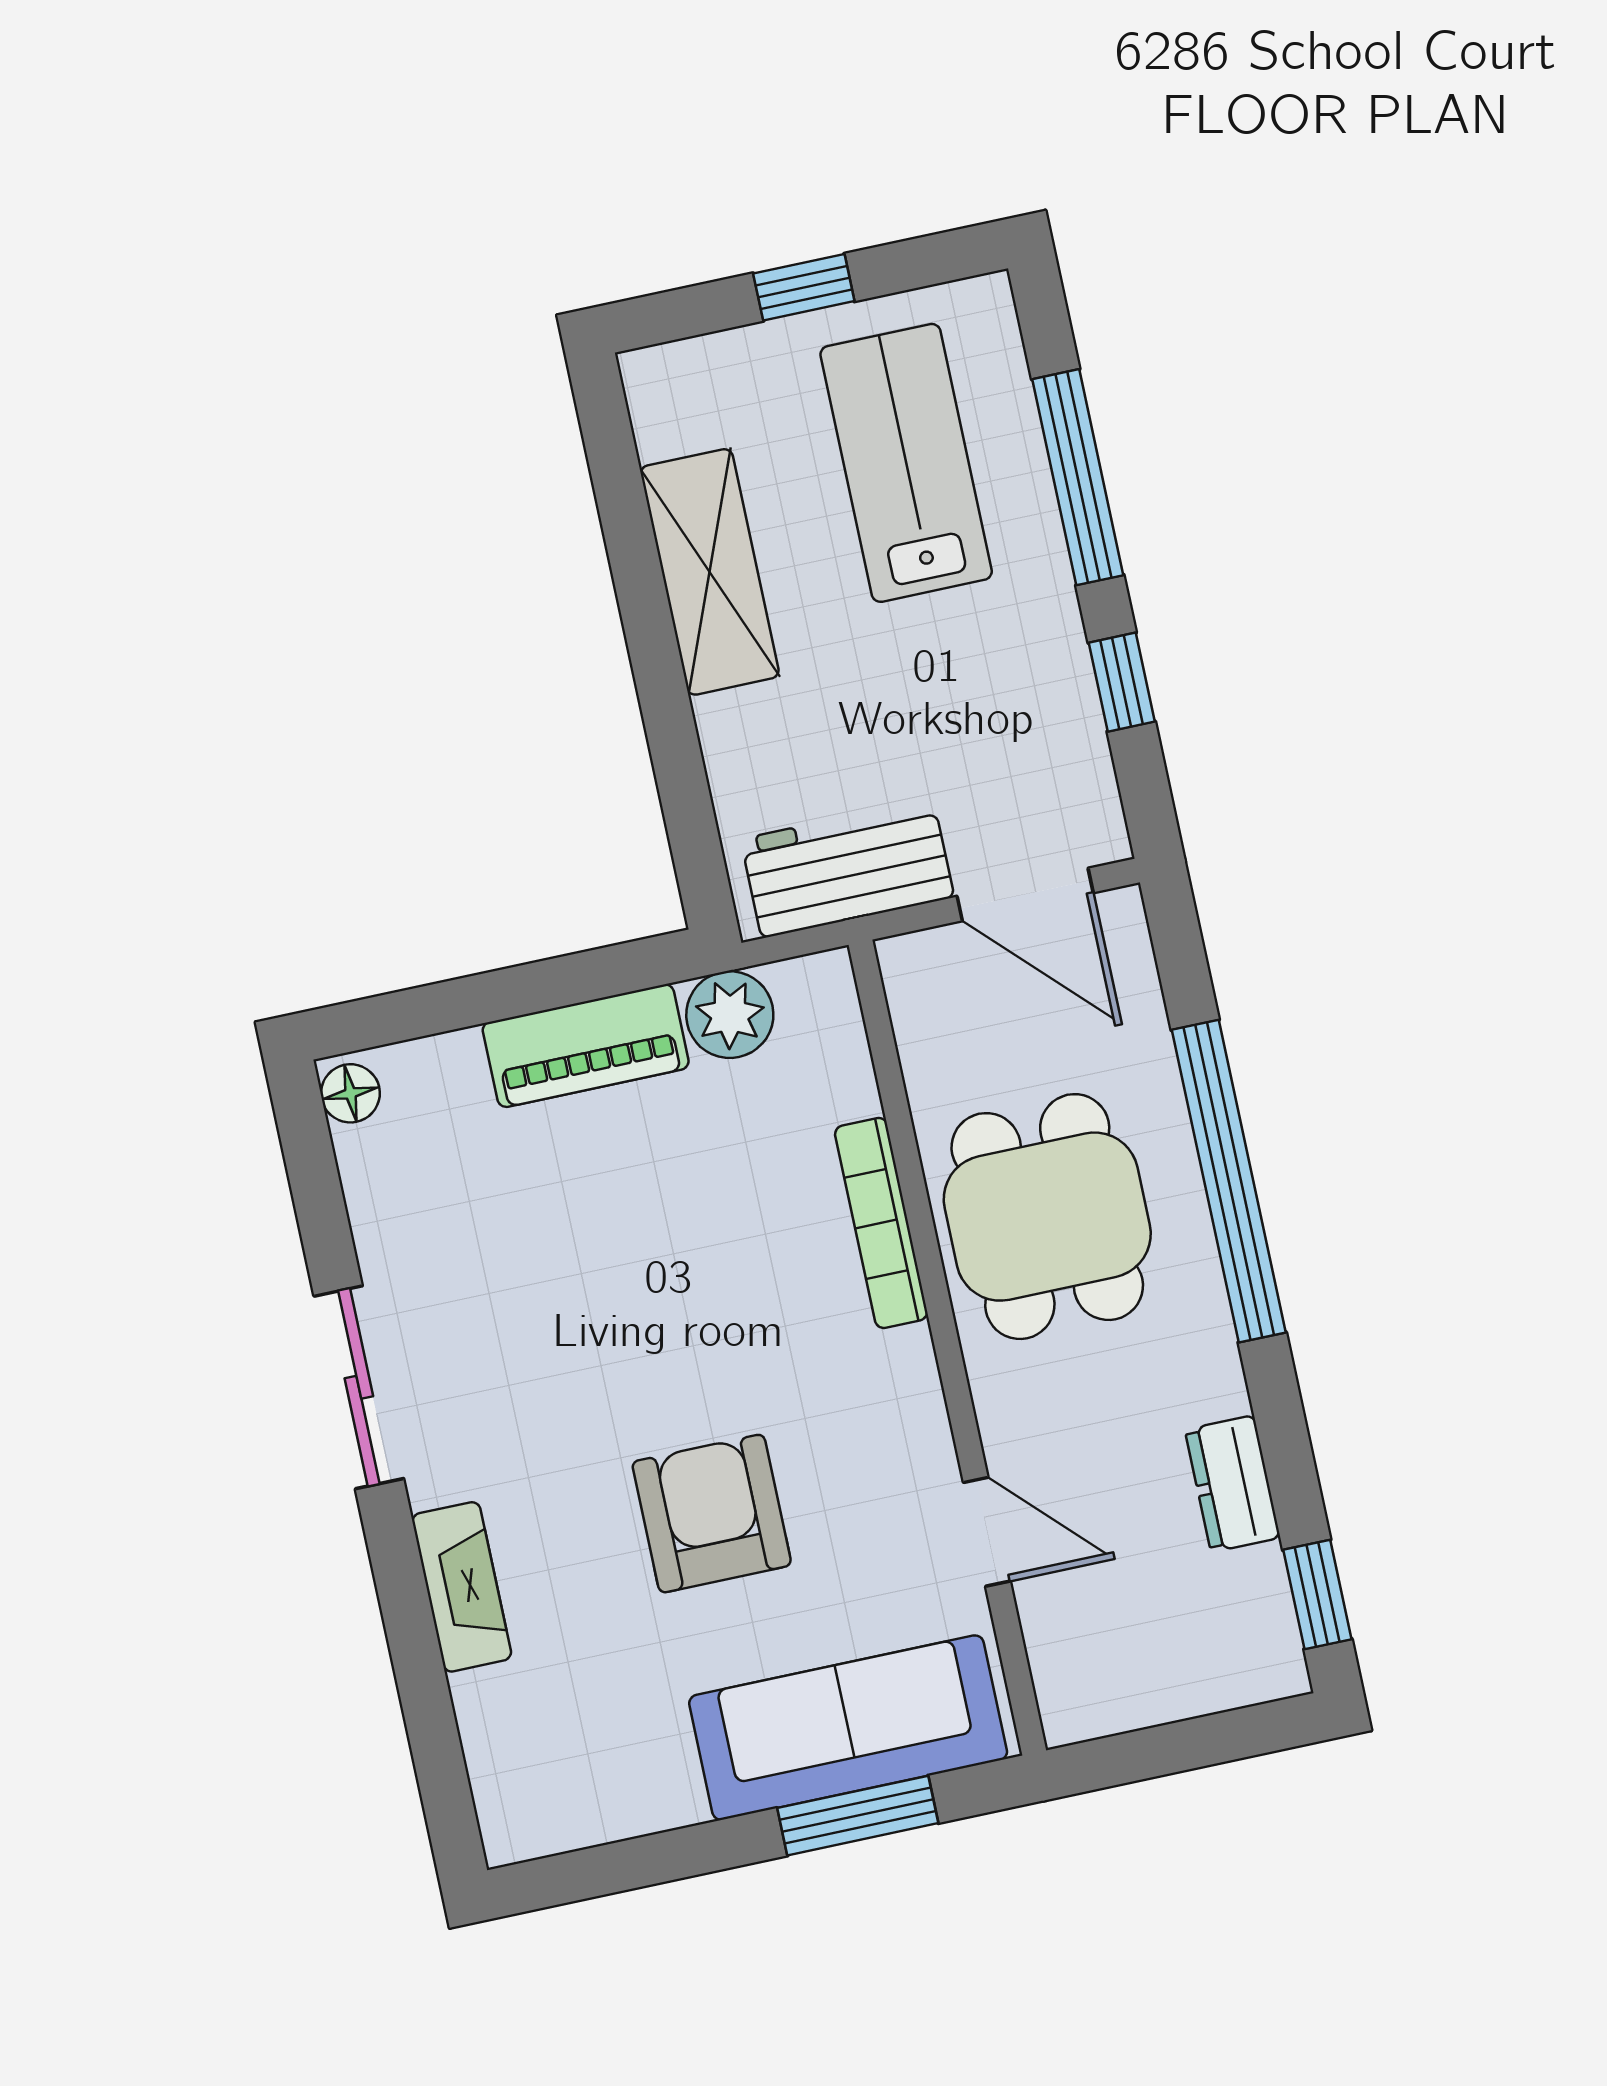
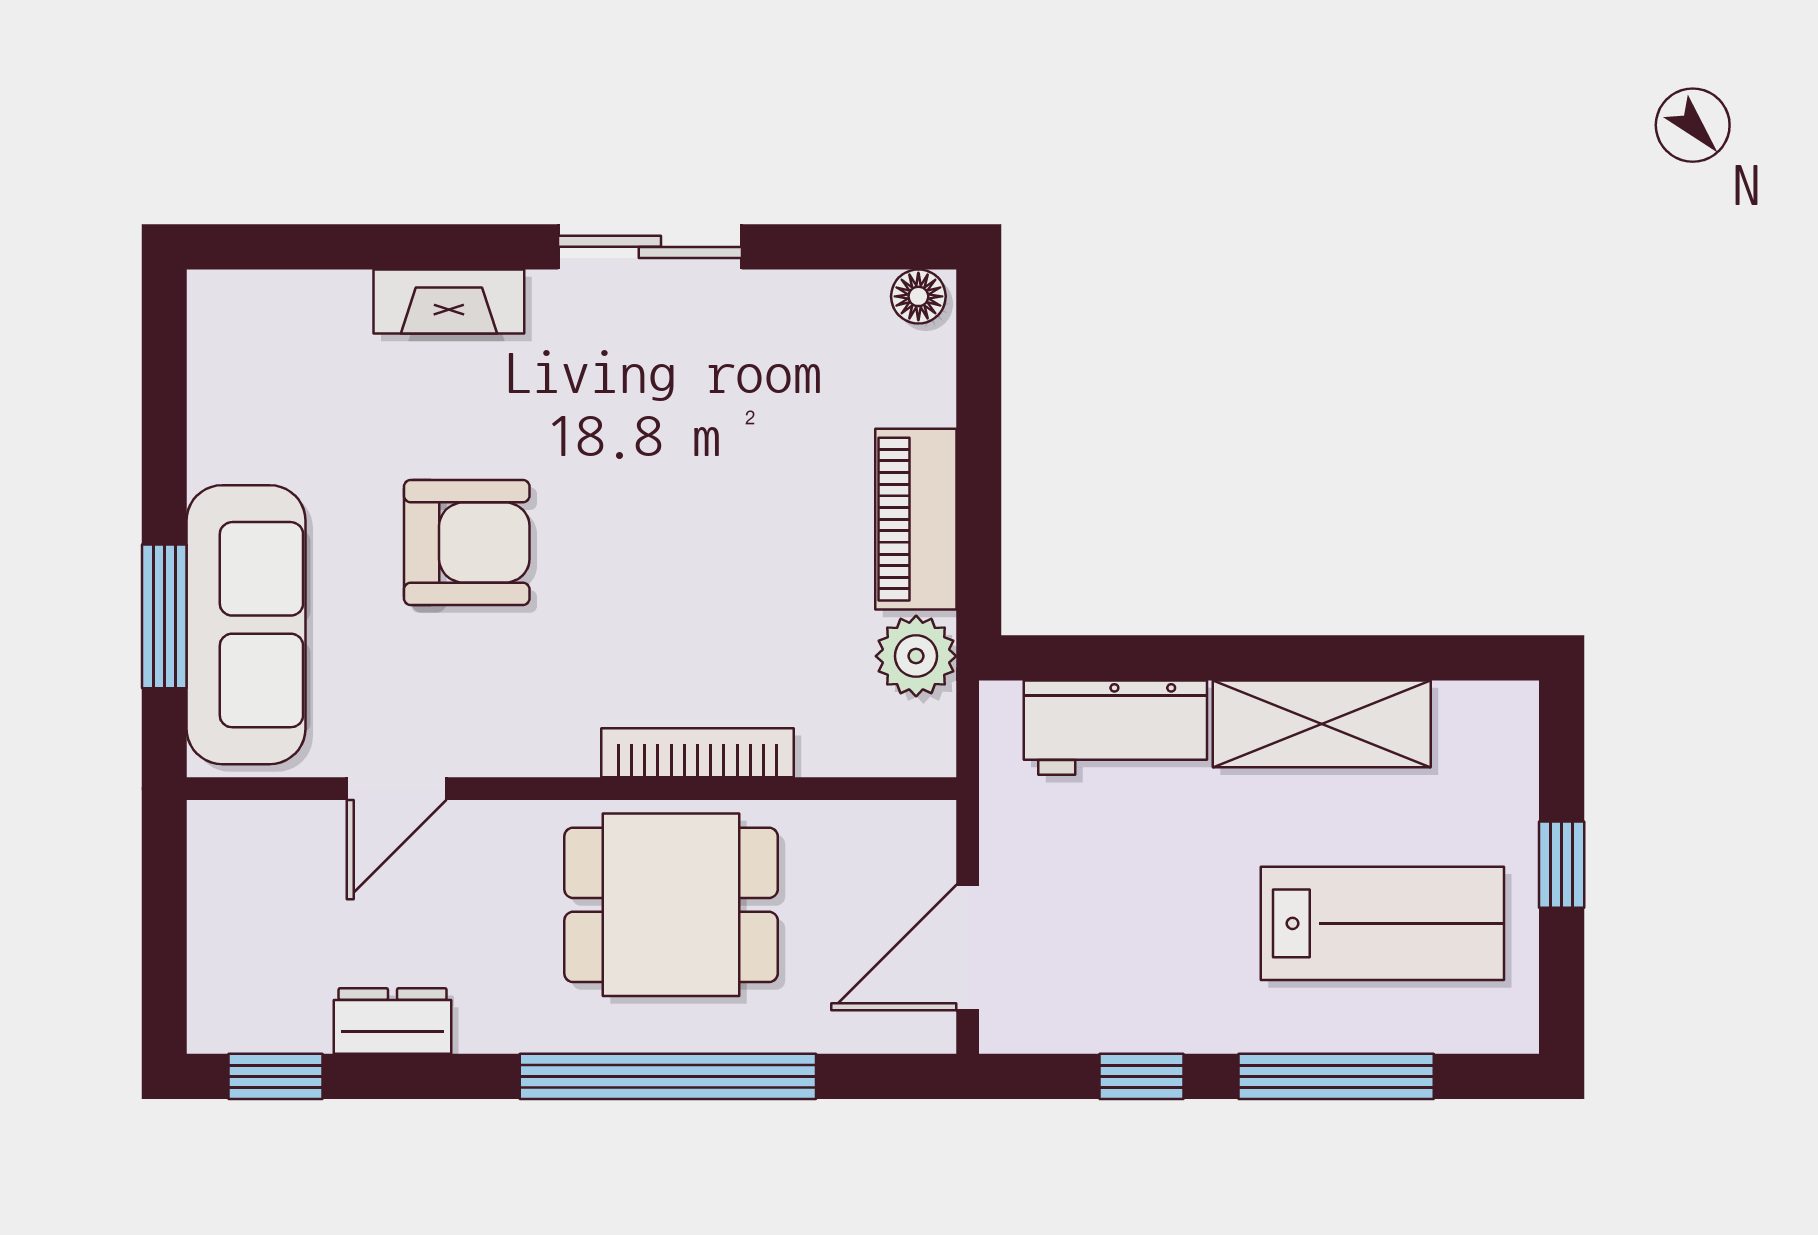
workbench: (847, 868) -> (1115, 728), moved, turned 90

